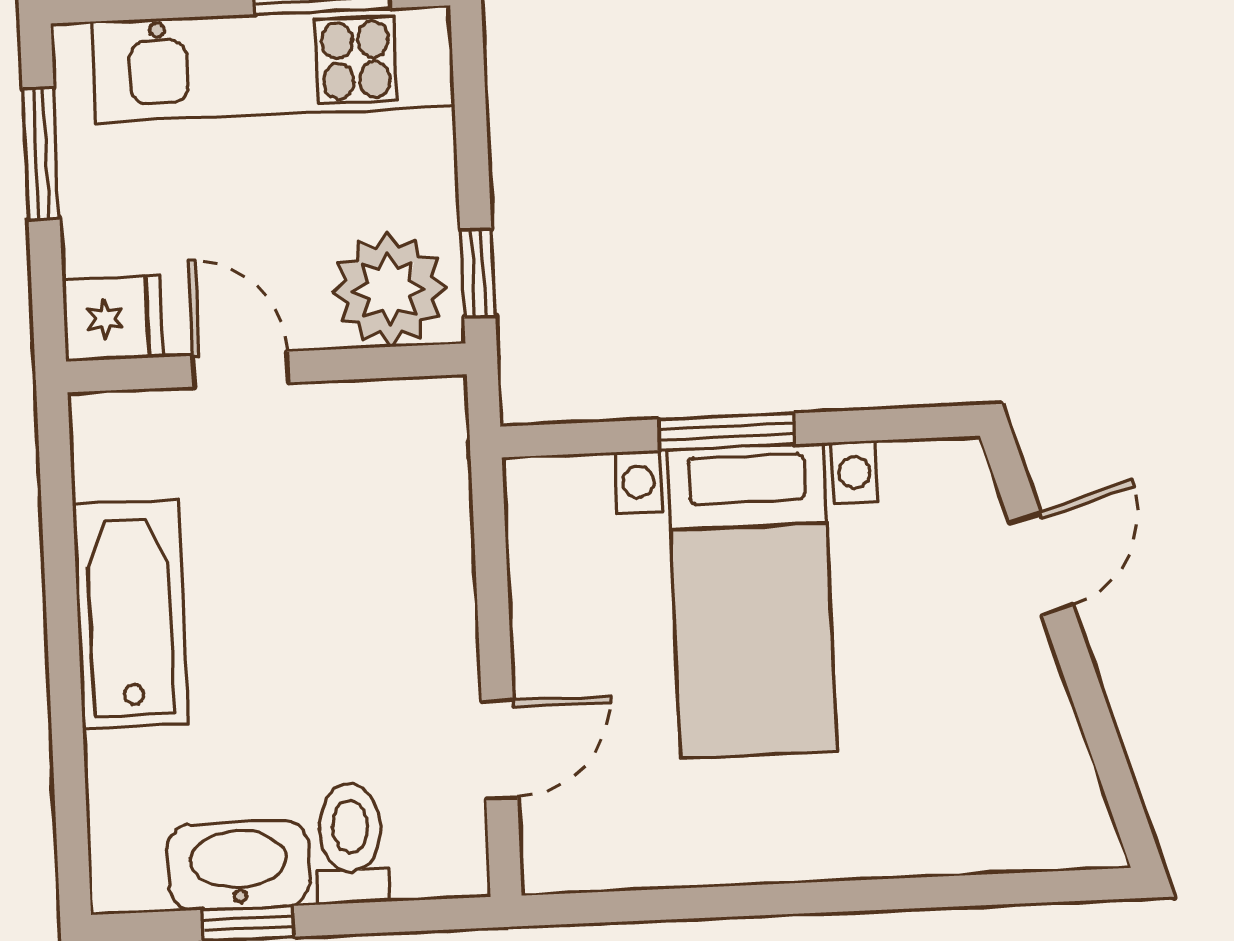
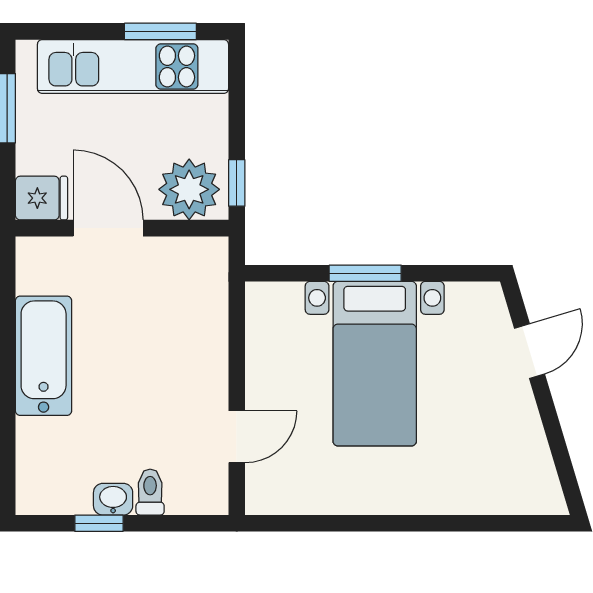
door: (240, 369) -> (108, 228), width x1.38
toilet: (351, 843) -> (150, 492), width x0.73, depth x0.72
washbasin: (239, 865) -> (113, 499), width x0.52, depth x0.69

